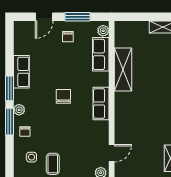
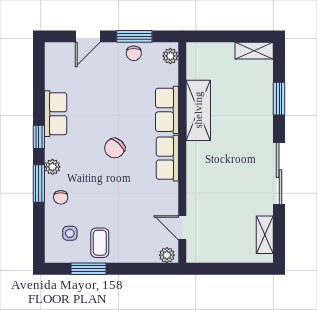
chair: (68, 37) -> (134, 53), moved
row of seats: (101, 54) -> (167, 110), moved
window: (9, 88) -> (39, 137), width x0.67
chair: (63, 96) -> (115, 148), turned -138
door: (112, 153) -> (182, 228), swing flipped

